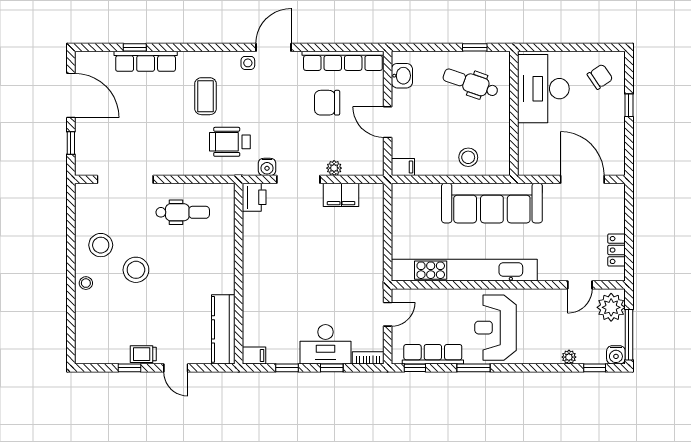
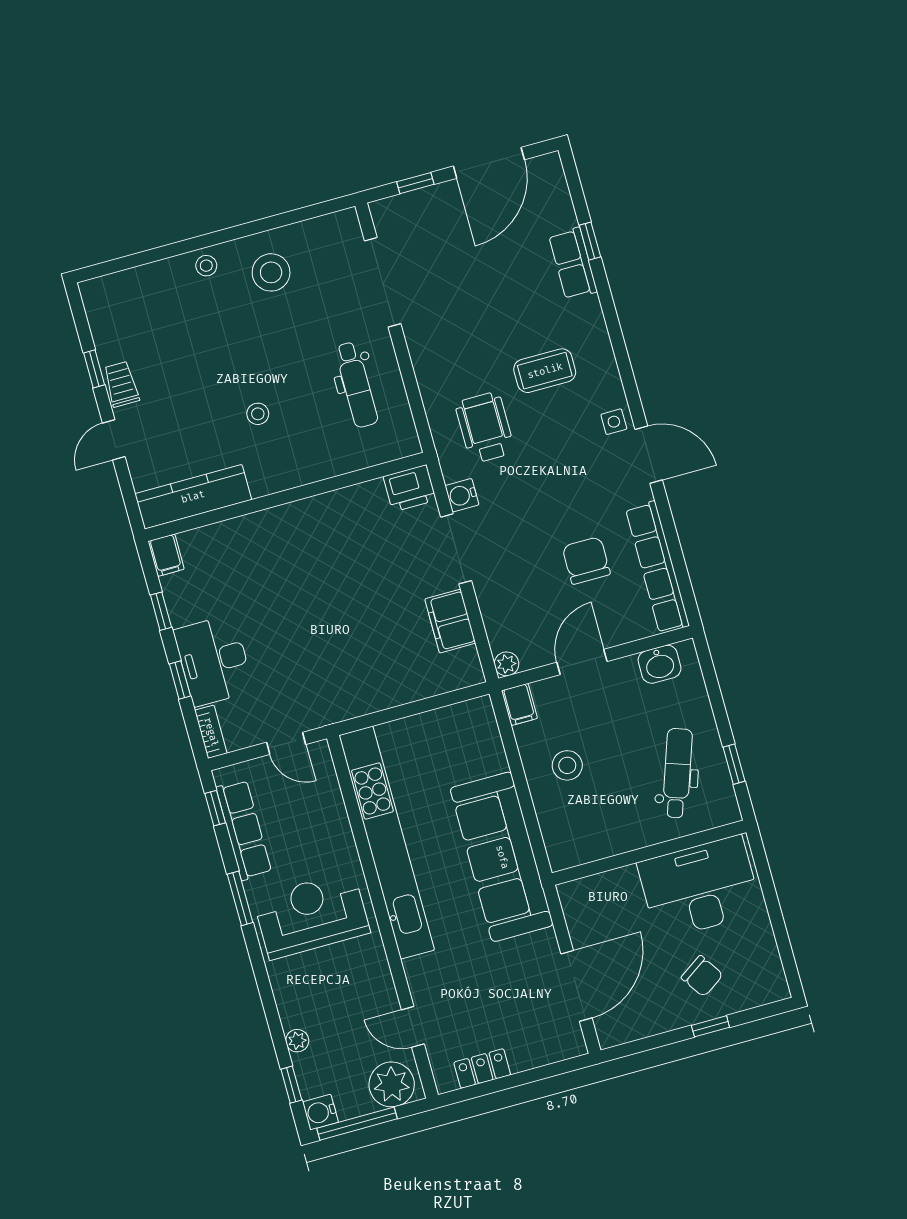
row of seats: (146, 61) -> (573, 264), width x0.68
chair: (600, 77) -> (702, 976), moved
stool: (468, 157) -> (567, 765), moved
plant: (334, 168) -> (507, 664), moved
stool: (136, 270) -> (258, 414), moved, width x0.53, depth x0.53

